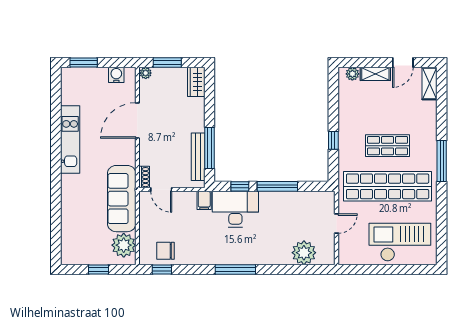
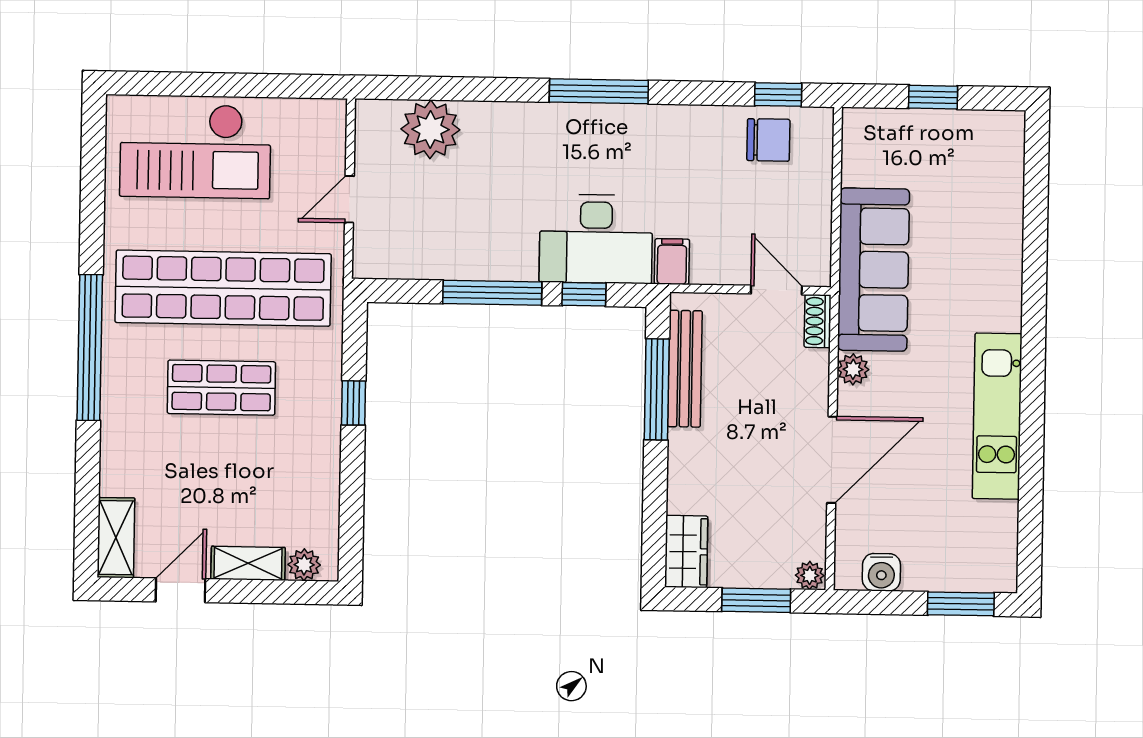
window: (442, 161) -> (90, 348), width x1.46
plant: (124, 245) -> (853, 369), moved, width x0.53, depth x0.53

